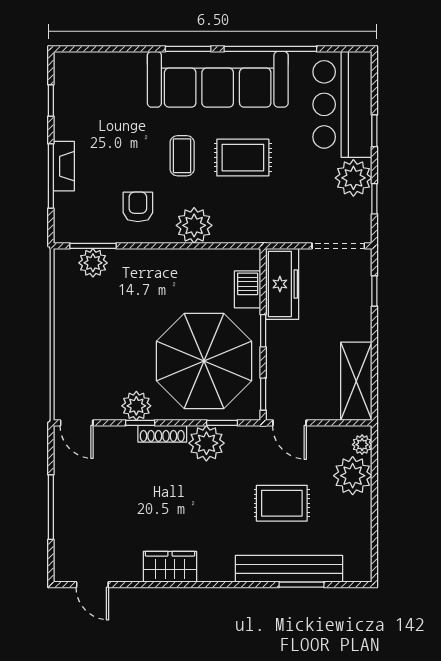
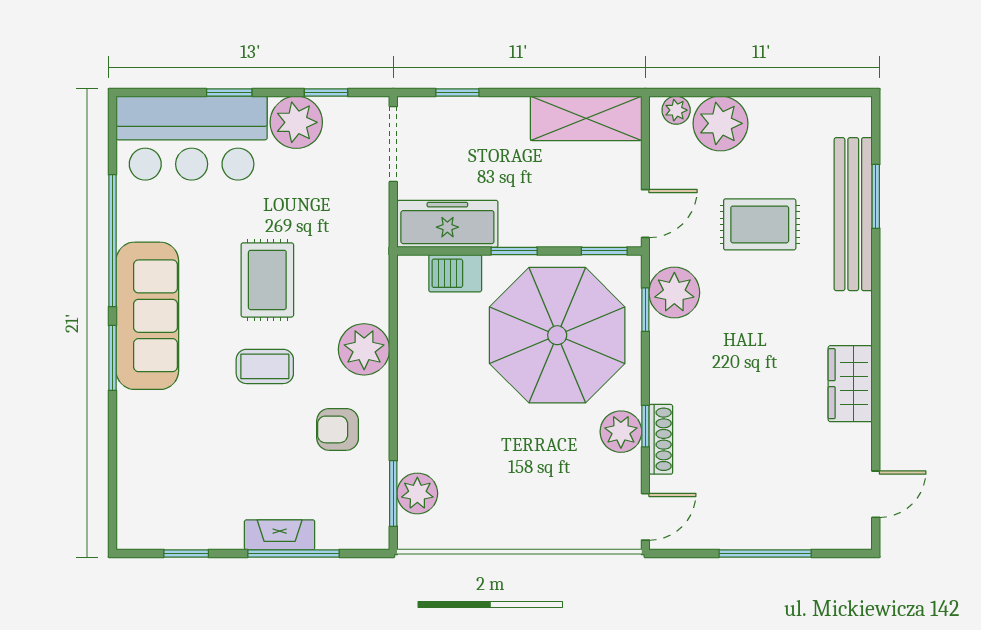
sofa: (218, 79) -> (147, 316), width x0.74, depth x0.79
shoe rack: (162, 434) -> (661, 439), moved
plant: (206, 443) -> (674, 293), moved
rug: (282, 503) -> (760, 224), turned 90

